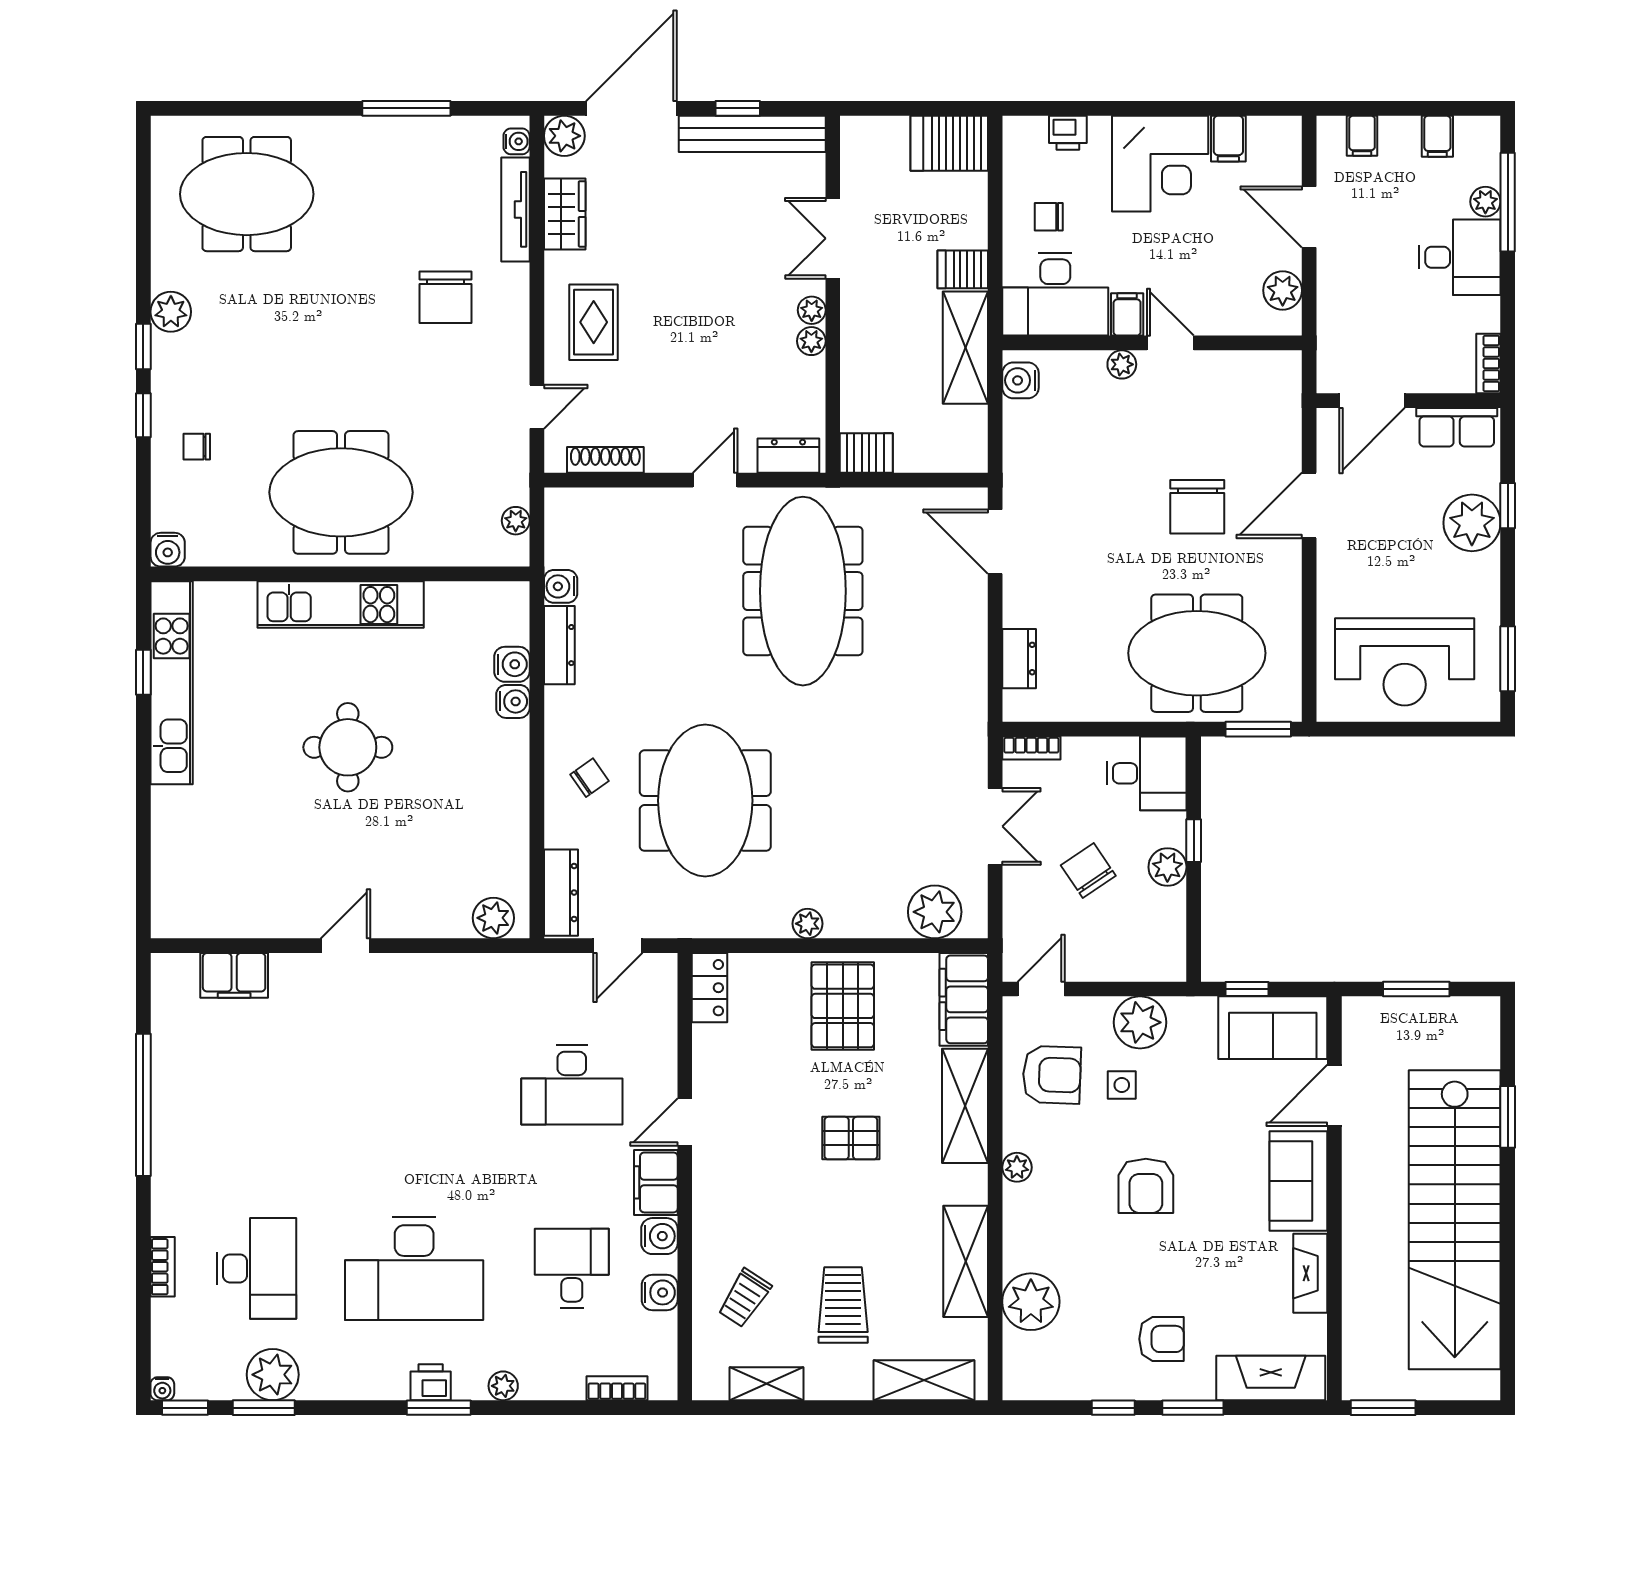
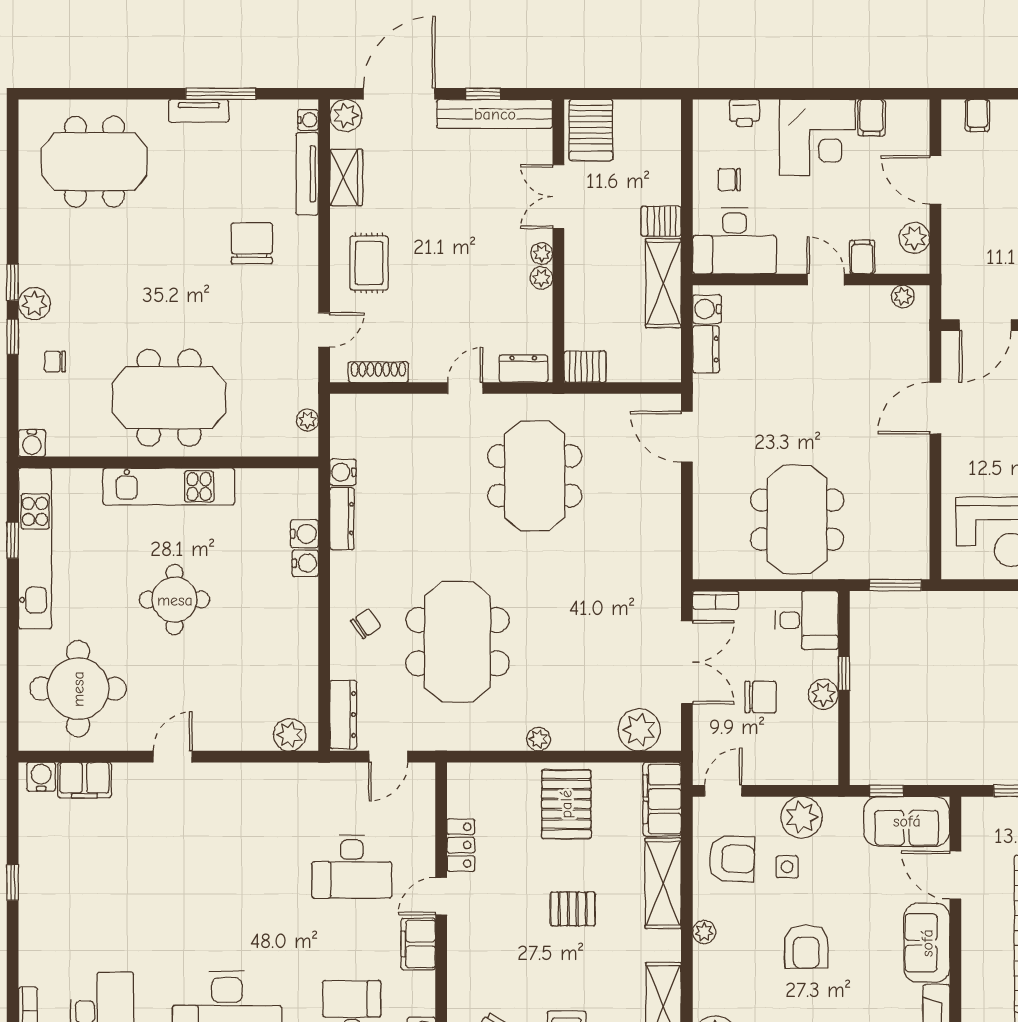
tv unit: (378, 130) -> (199, 111), added
server rack: (949, 143) -> (591, 130), moved, turned -90
chair: (446, 297) -> (252, 243), turned 180
plant: (171, 312) -> (34, 304), moved
filing cabinet: (1127, 314) -> (862, 257), moved
plant: (1122, 364) -> (903, 296), moved
chair: (1197, 507) -> (847, 409), removed
meeting table: (803, 591) -> (535, 476), width x0.73
meeting table: (1197, 653) -> (797, 520), moved, turned 90
dresser: (1019, 659) -> (706, 349), moved
double door: (995, 826) -> (687, 662), width x1.37
round table: (226, 860) -> (78, 689), added
chair: (1088, 870) -> (761, 697), turned 124
locker: (710, 988) -> (461, 845), moved
door: (1334, 1095) -> (955, 875), hinge flipped
window: (143, 1105) -> (13, 883), width x0.32
water cooler: (659, 1236) -> (41, 777), moved, turned -90

